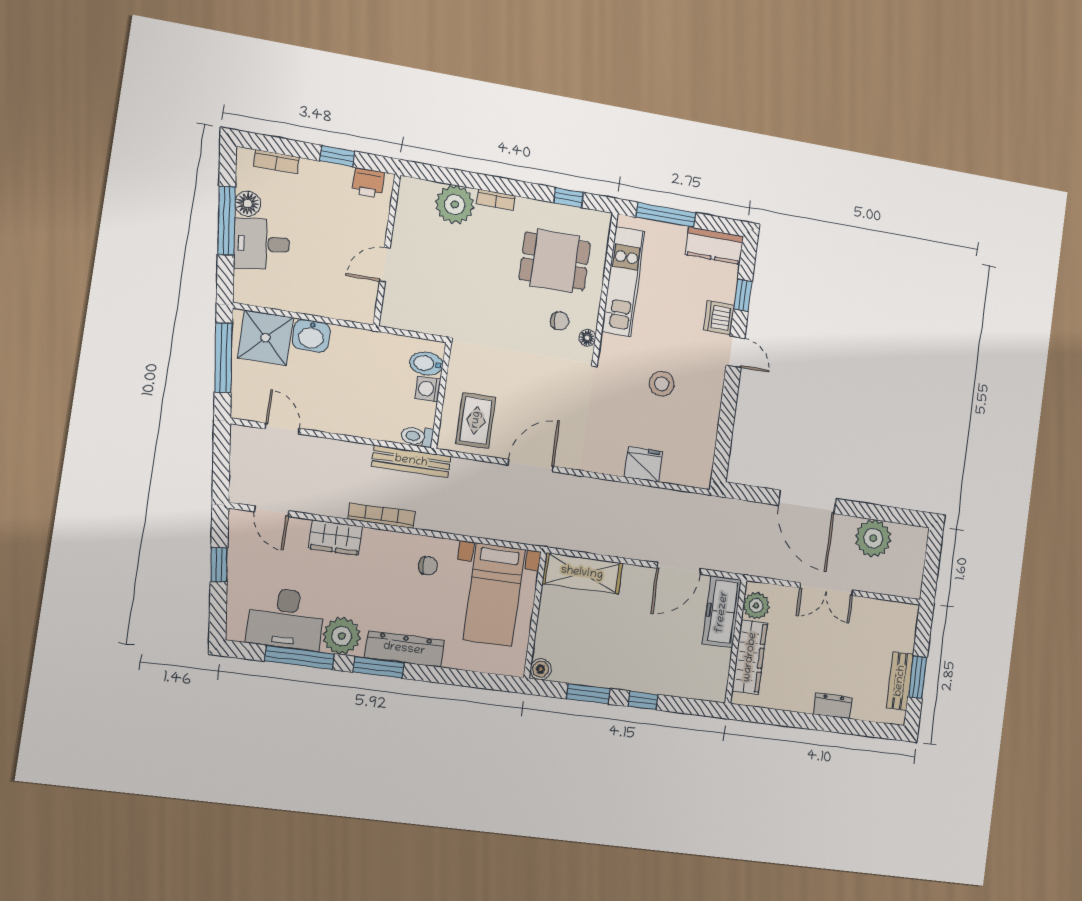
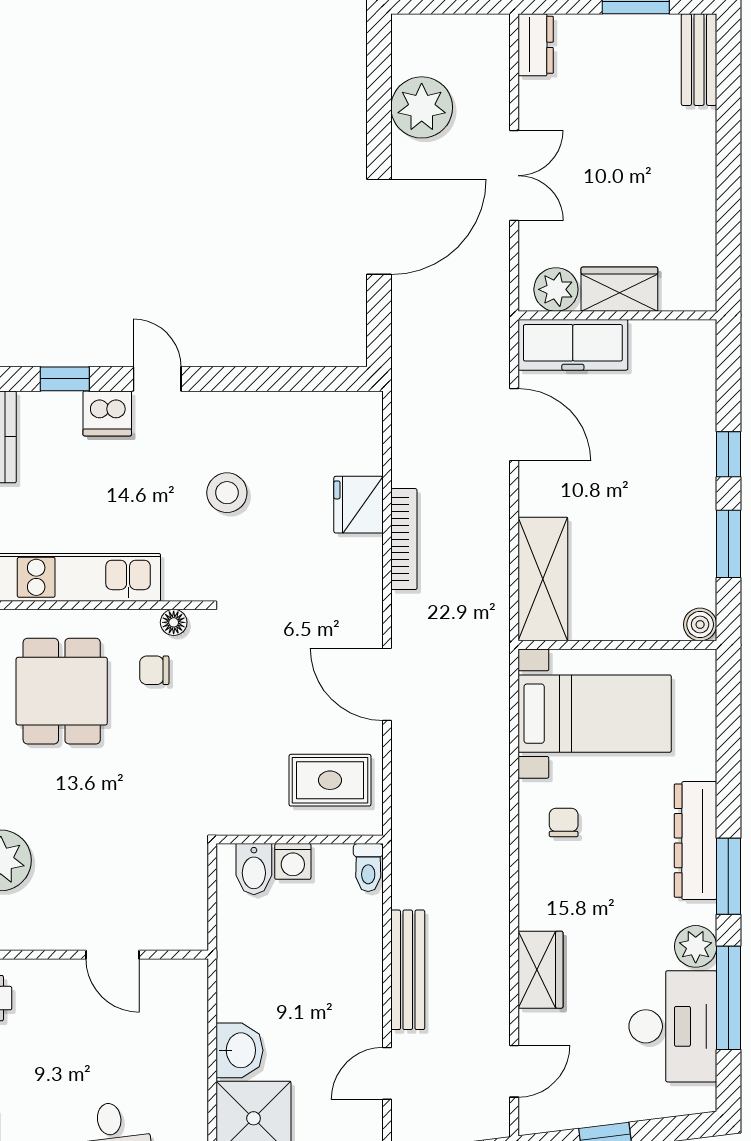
chair: (560, 321) -> (154, 670), turned -90
door: (735, 352) -> (157, 379), hinge flipped
bench: (411, 461) -> (408, 970), moved
bookcase: (382, 516) -> (404, 539), moved, turned 180
plant: (342, 636) -> (696, 946), width x0.73, depth x0.73
wardrobe: (750, 657) -> (619, 289), width x0.67
bench: (900, 681) -> (699, 60), moved, turned 90
dresser: (833, 706) -> (536, 45), moved, turned 180

